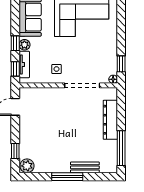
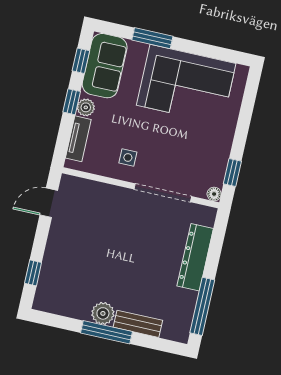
window: (15, 69) -> (81, 61), moved
plant: (27, 166) -> (103, 313), moved

